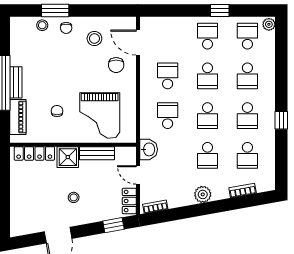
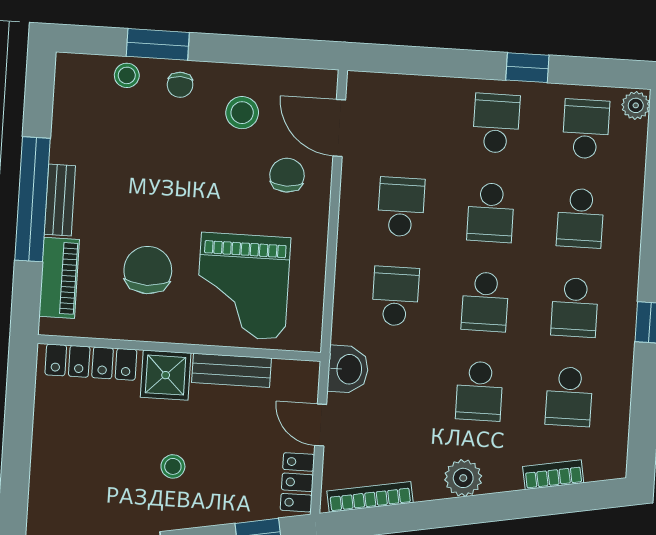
chair: (116, 65) -> (287, 175), turned 180
chair: (57, 111) -> (148, 270), width x1.87, depth x1.87
bookcase: (155, 207) -> (370, 497), width x1.56

